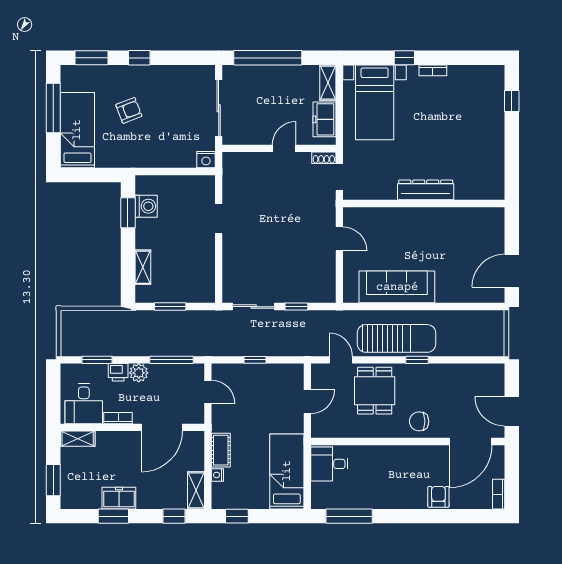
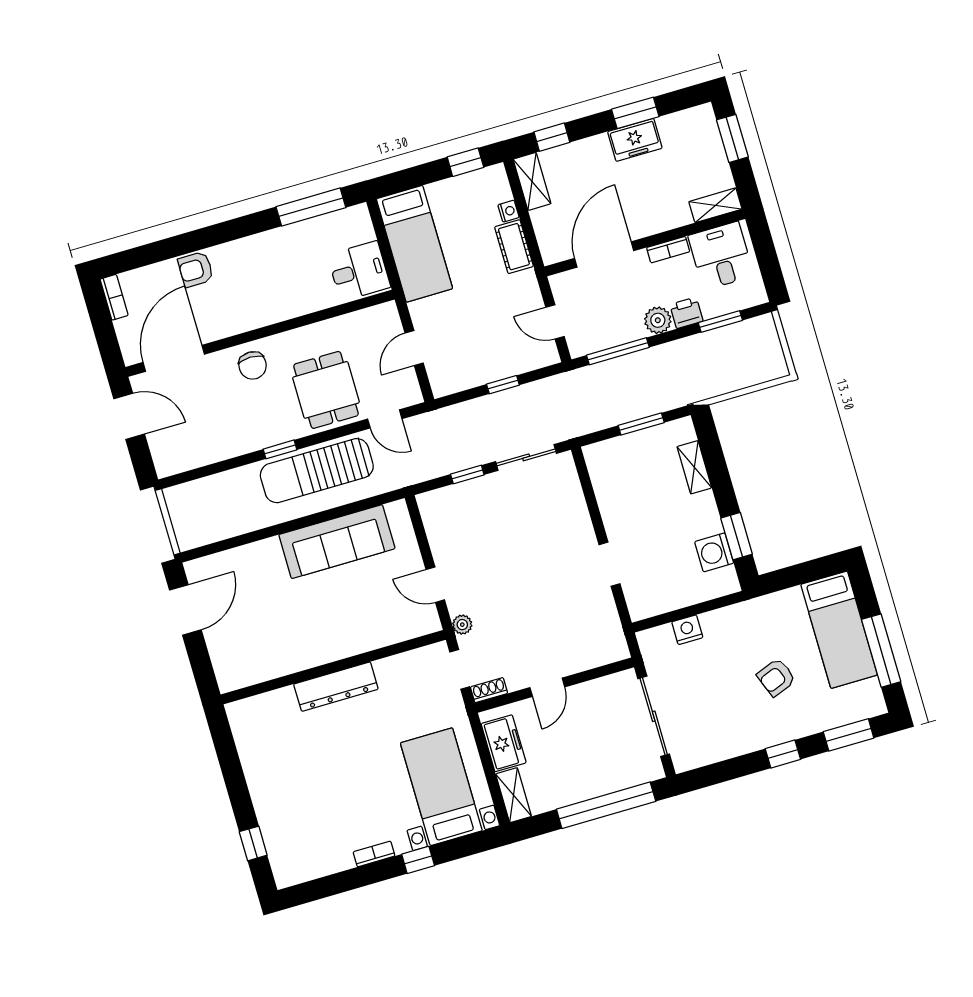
nightstand: (206, 160) -> (687, 630), moved
plant: (329, 207) -> (462, 625), added
chair: (419, 421) -> (253, 365), turned 90
armchair: (438, 497) -> (196, 269), turned 90

